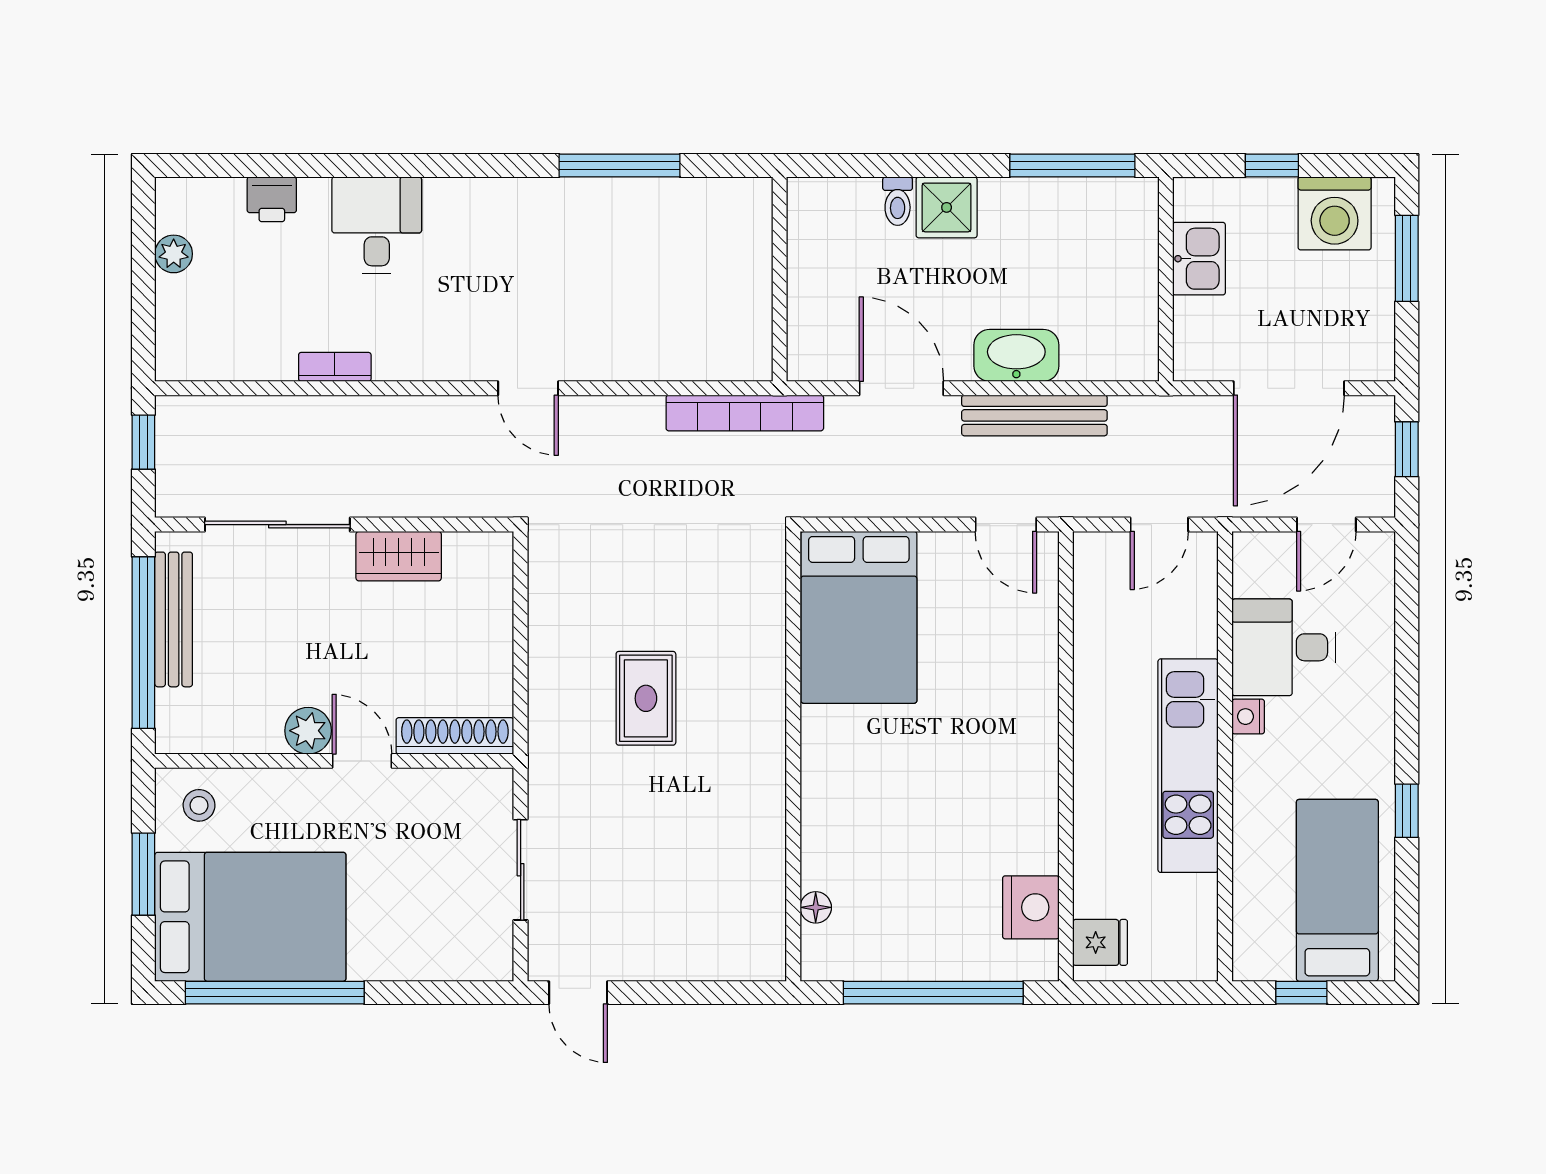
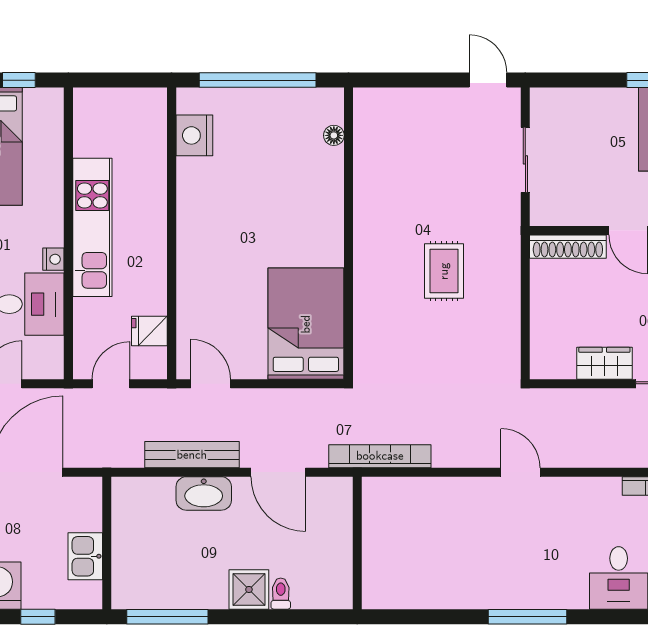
window: (619, 166) -> (528, 617), moved
fridge: (1100, 942) -> (149, 331), moved

